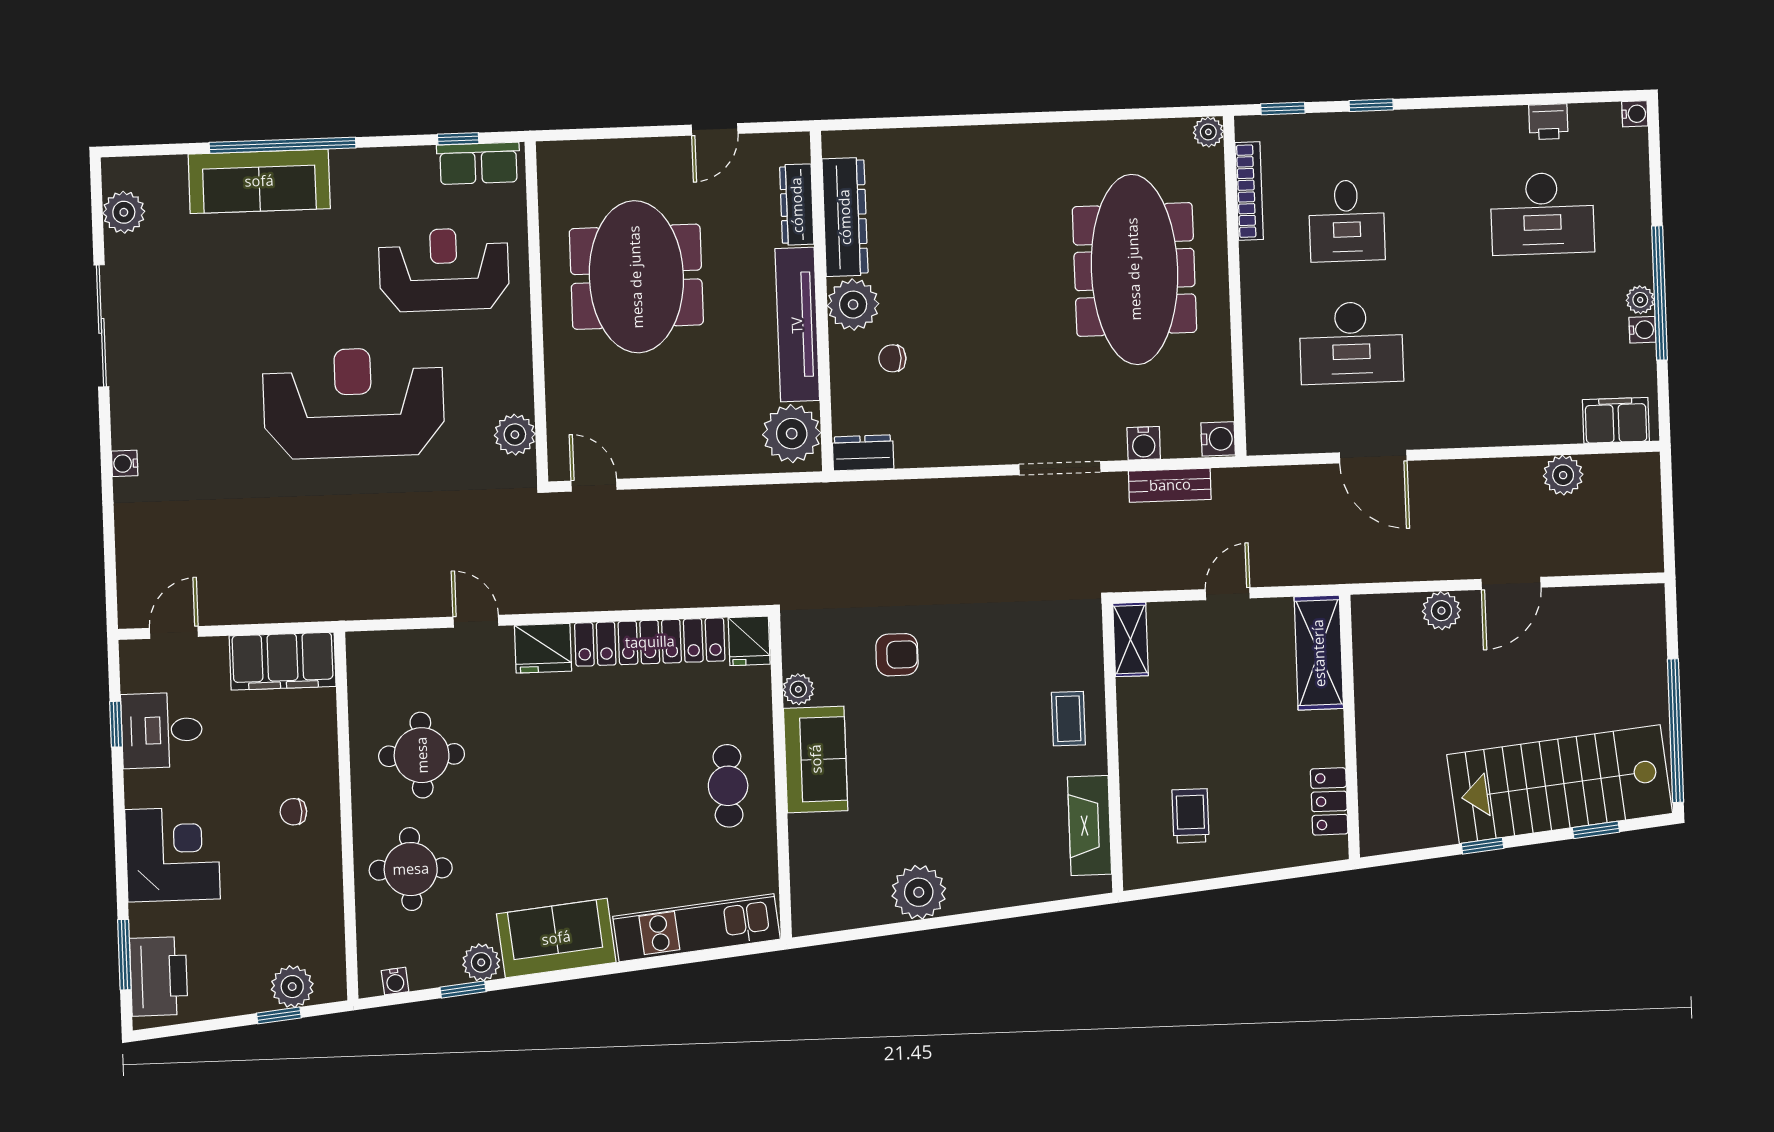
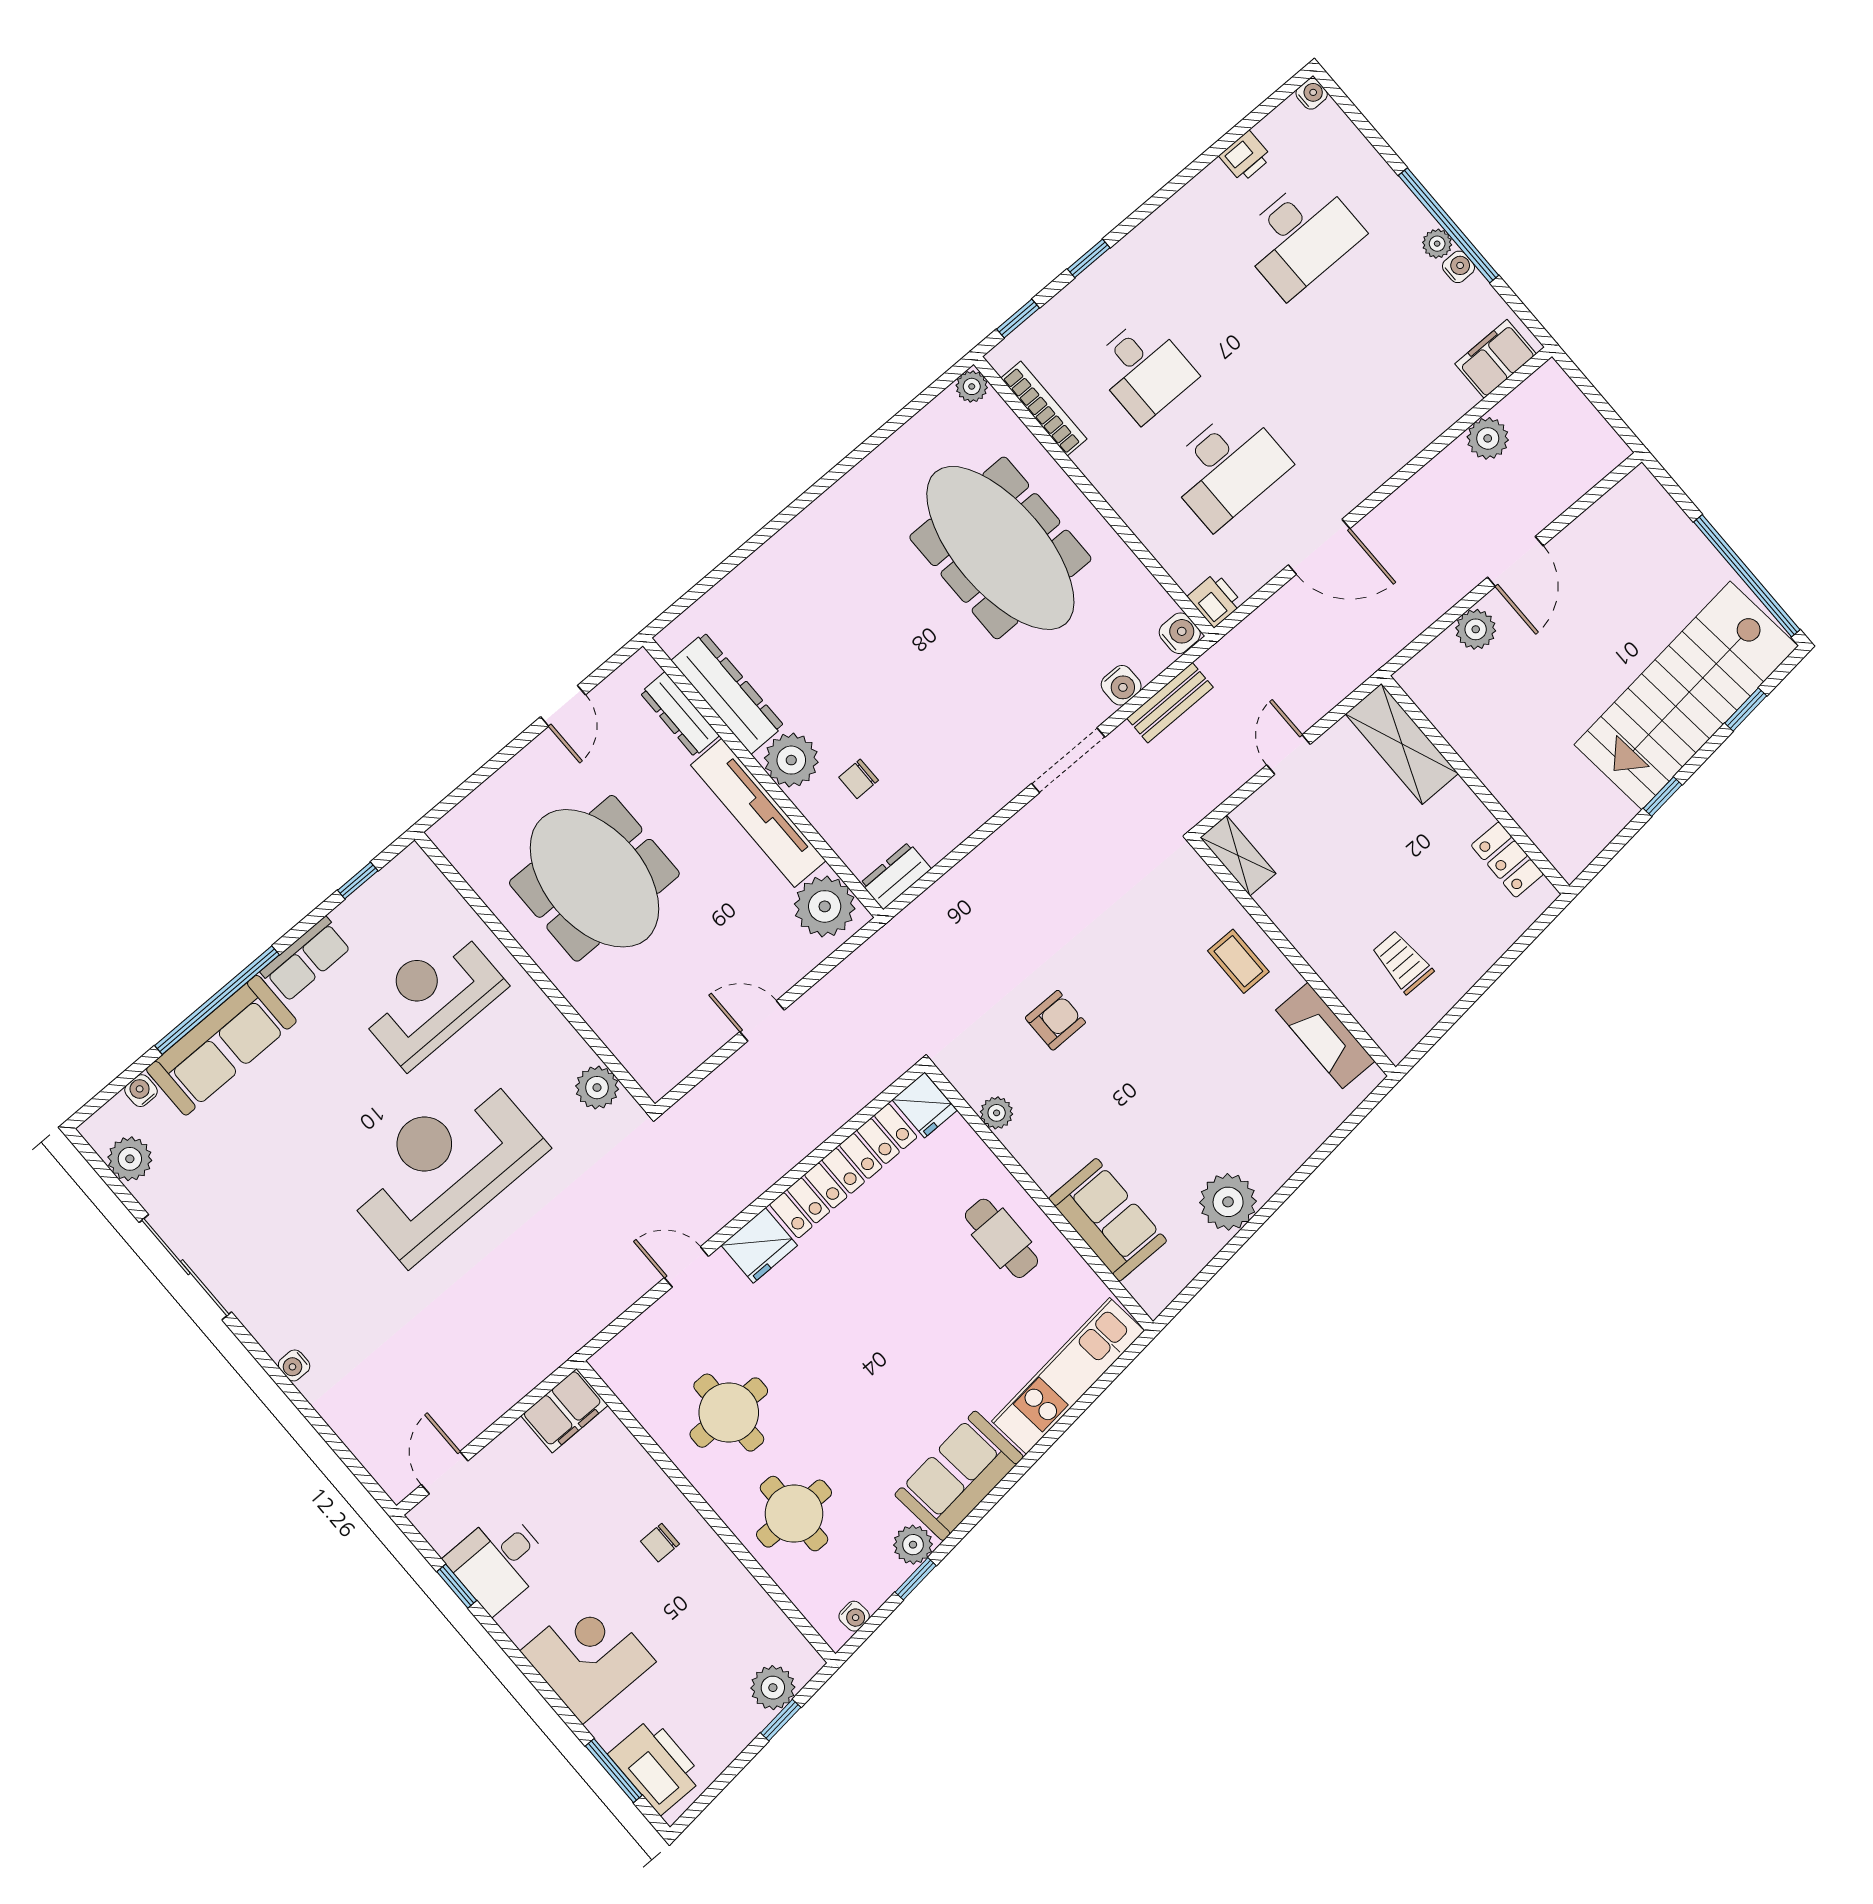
row of seats: (478, 163) -> (306, 959), moved
water cooler: (172, 168) -> (141, 1091), added
printer: (1264, 435) -> (1215, 600), added
door: (594, 485) -> (762, 1021), moved
filing cabinet: (283, 661) -> (564, 1411), width x0.67, depth x0.86
sofa: (816, 759) -> (1108, 1220), moved

